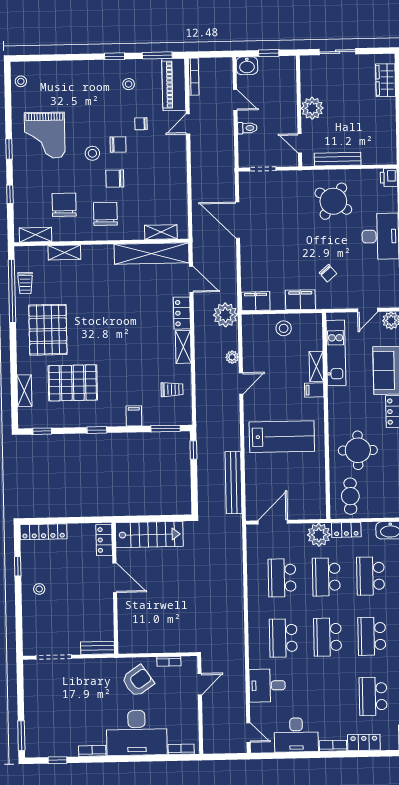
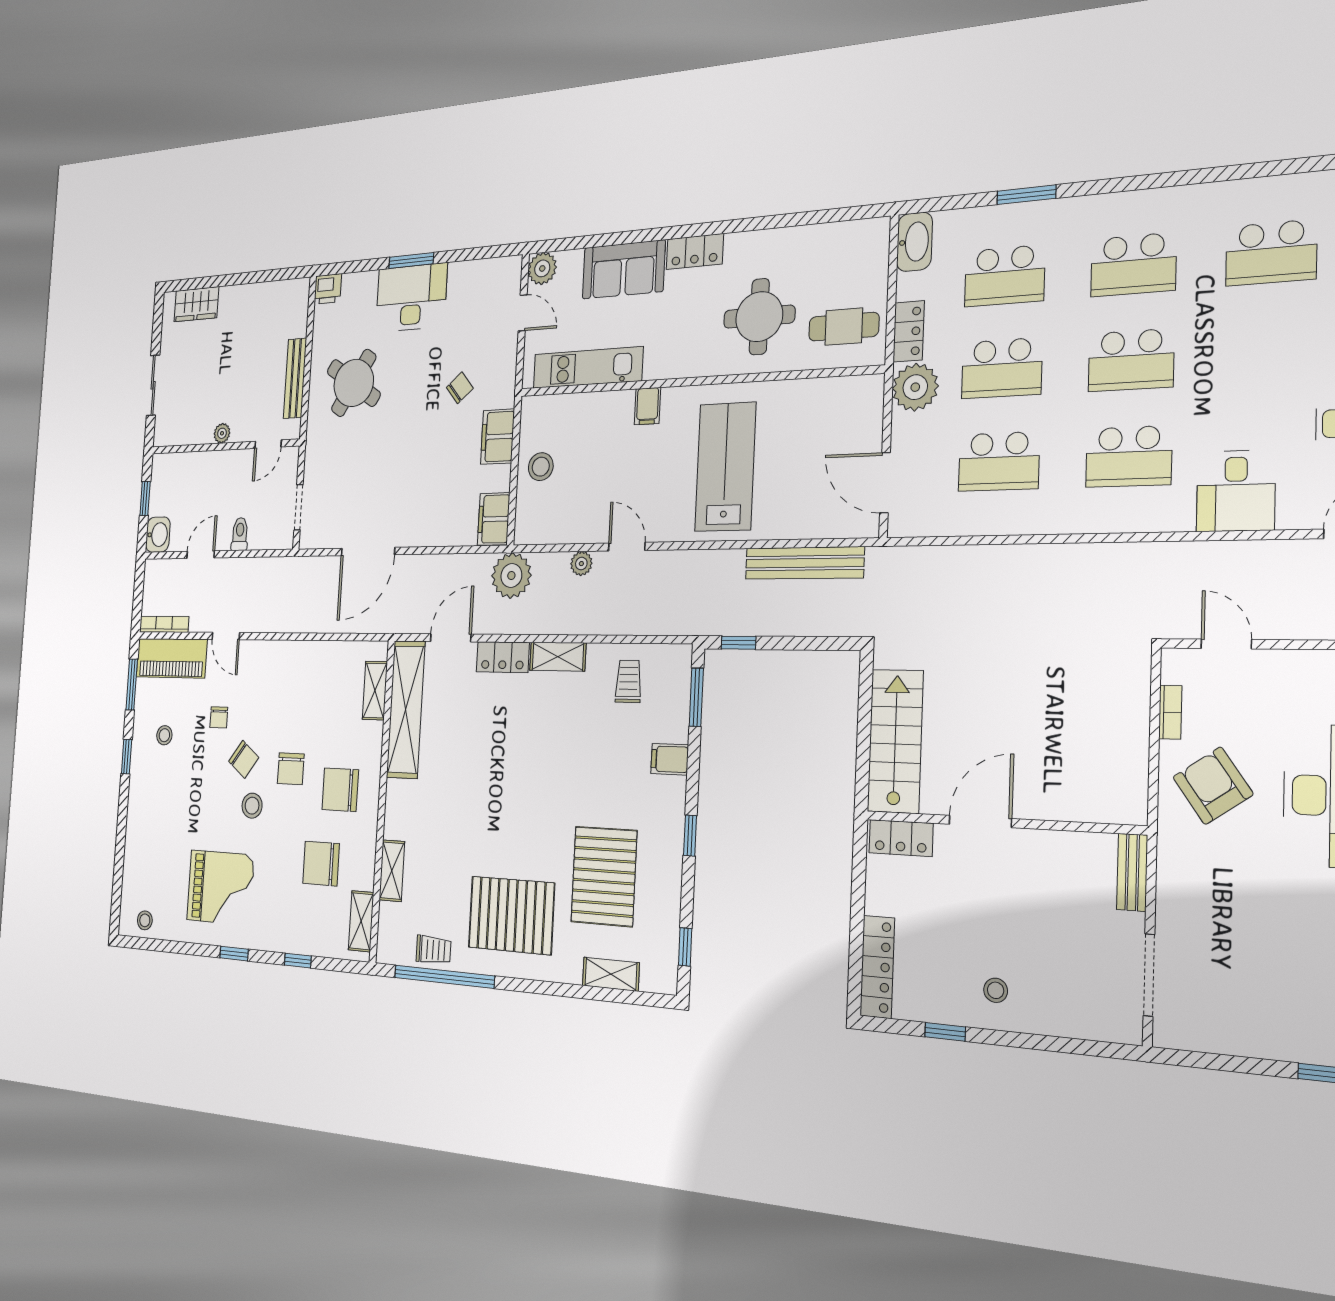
plant: (312, 108) -> (222, 433), width x0.53, depth x0.53
chair: (118, 145) -> (244, 759), turned 127
shelving: (316, 366) -> (608, 403), removed

